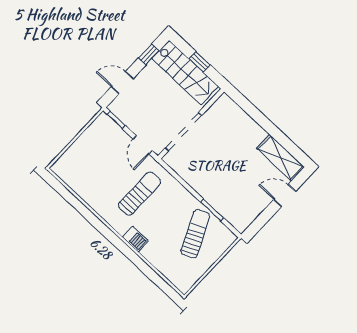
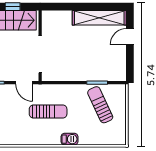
shelving: (280, 158) -> (99, 18), width x1.47
sun lounger: (140, 194) -> (48, 112), turned 90

